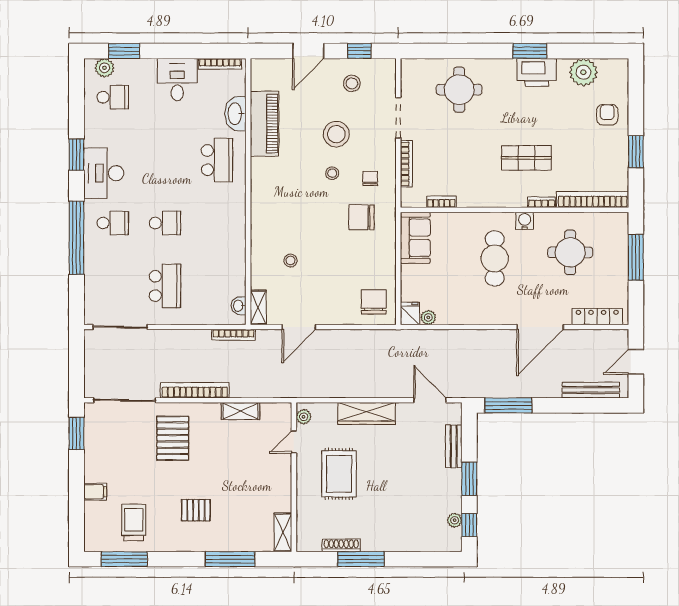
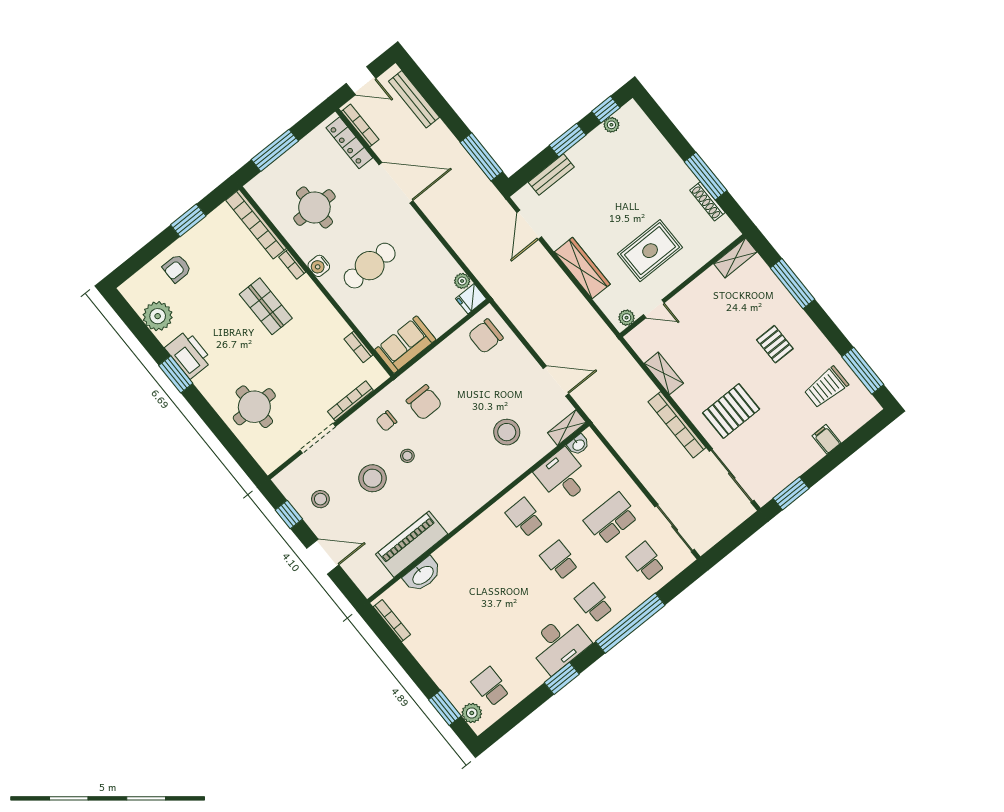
desk: (177, 80) -> (563, 476), moved, turned 90
school desk: (217, 160) -> (525, 517), moved, width x0.54
stool: (291, 260) -> (507, 432), width x1.89, depth x1.89
school desk: (113, 286) -> (646, 561), added
bookcase: (234, 335) -> (360, 125), moved

